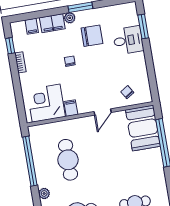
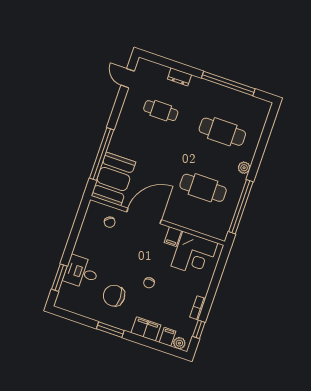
plant: (70, 18) -> (179, 343), moved
door: (103, 112) -> (144, 216), width x1.87
cafe table: (68, 160) -> (203, 188), turned 90

